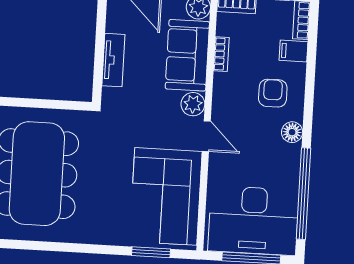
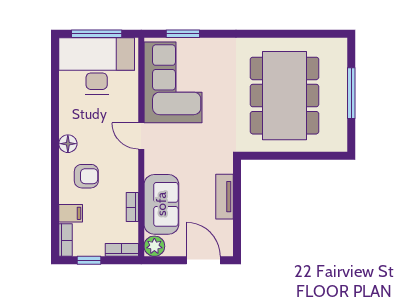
armchair: (273, 93) -> (86, 176), turned -90
plant: (193, 104) -> (154, 163), removed
window: (304, 194) -> (55, 92), removed

